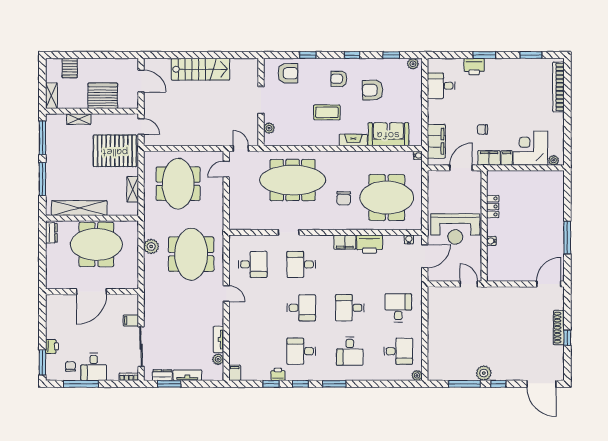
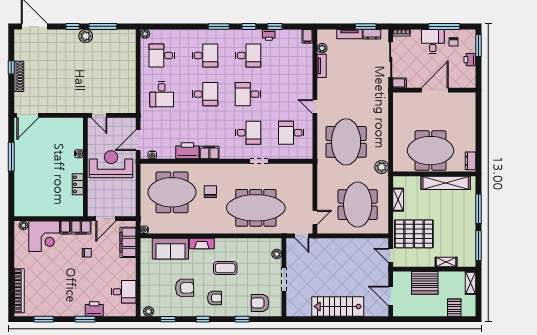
plant: (151, 246) -> (382, 167), moved
door: (91, 292) -> (435, 90), moved
wall: (92, 292) -> (434, 90), moved
desk: (350, 351) -> (205, 56), turned 90

